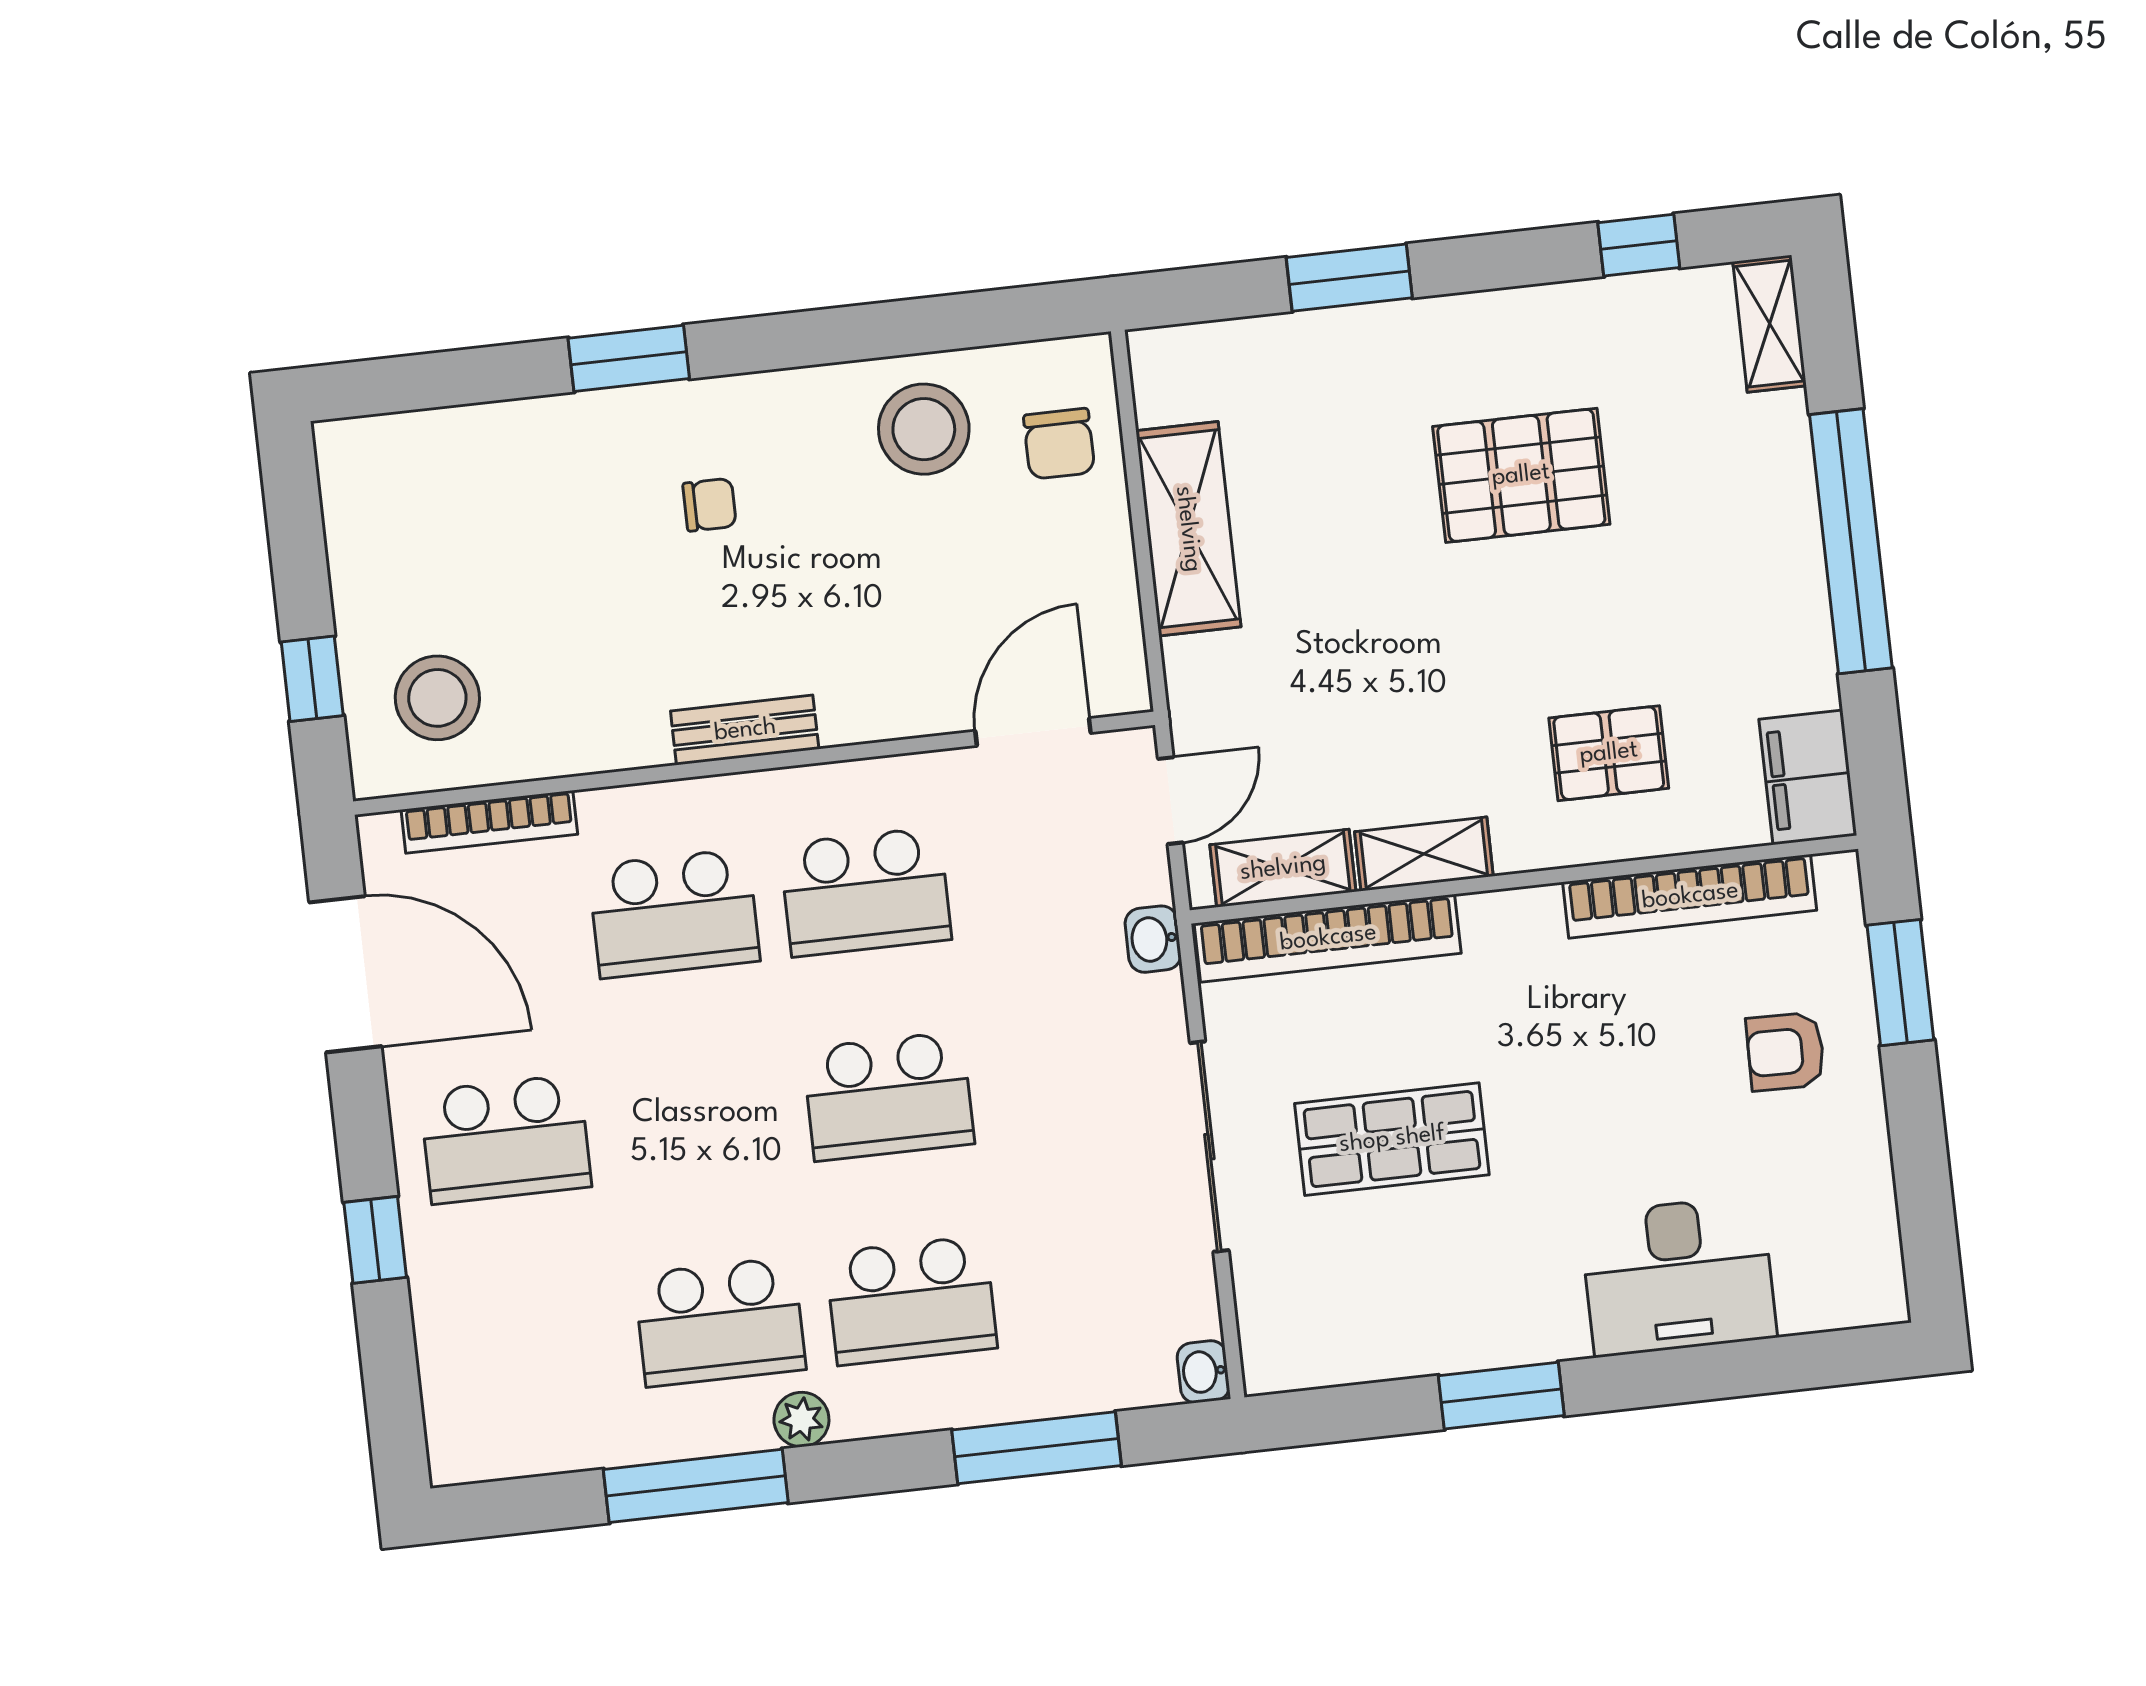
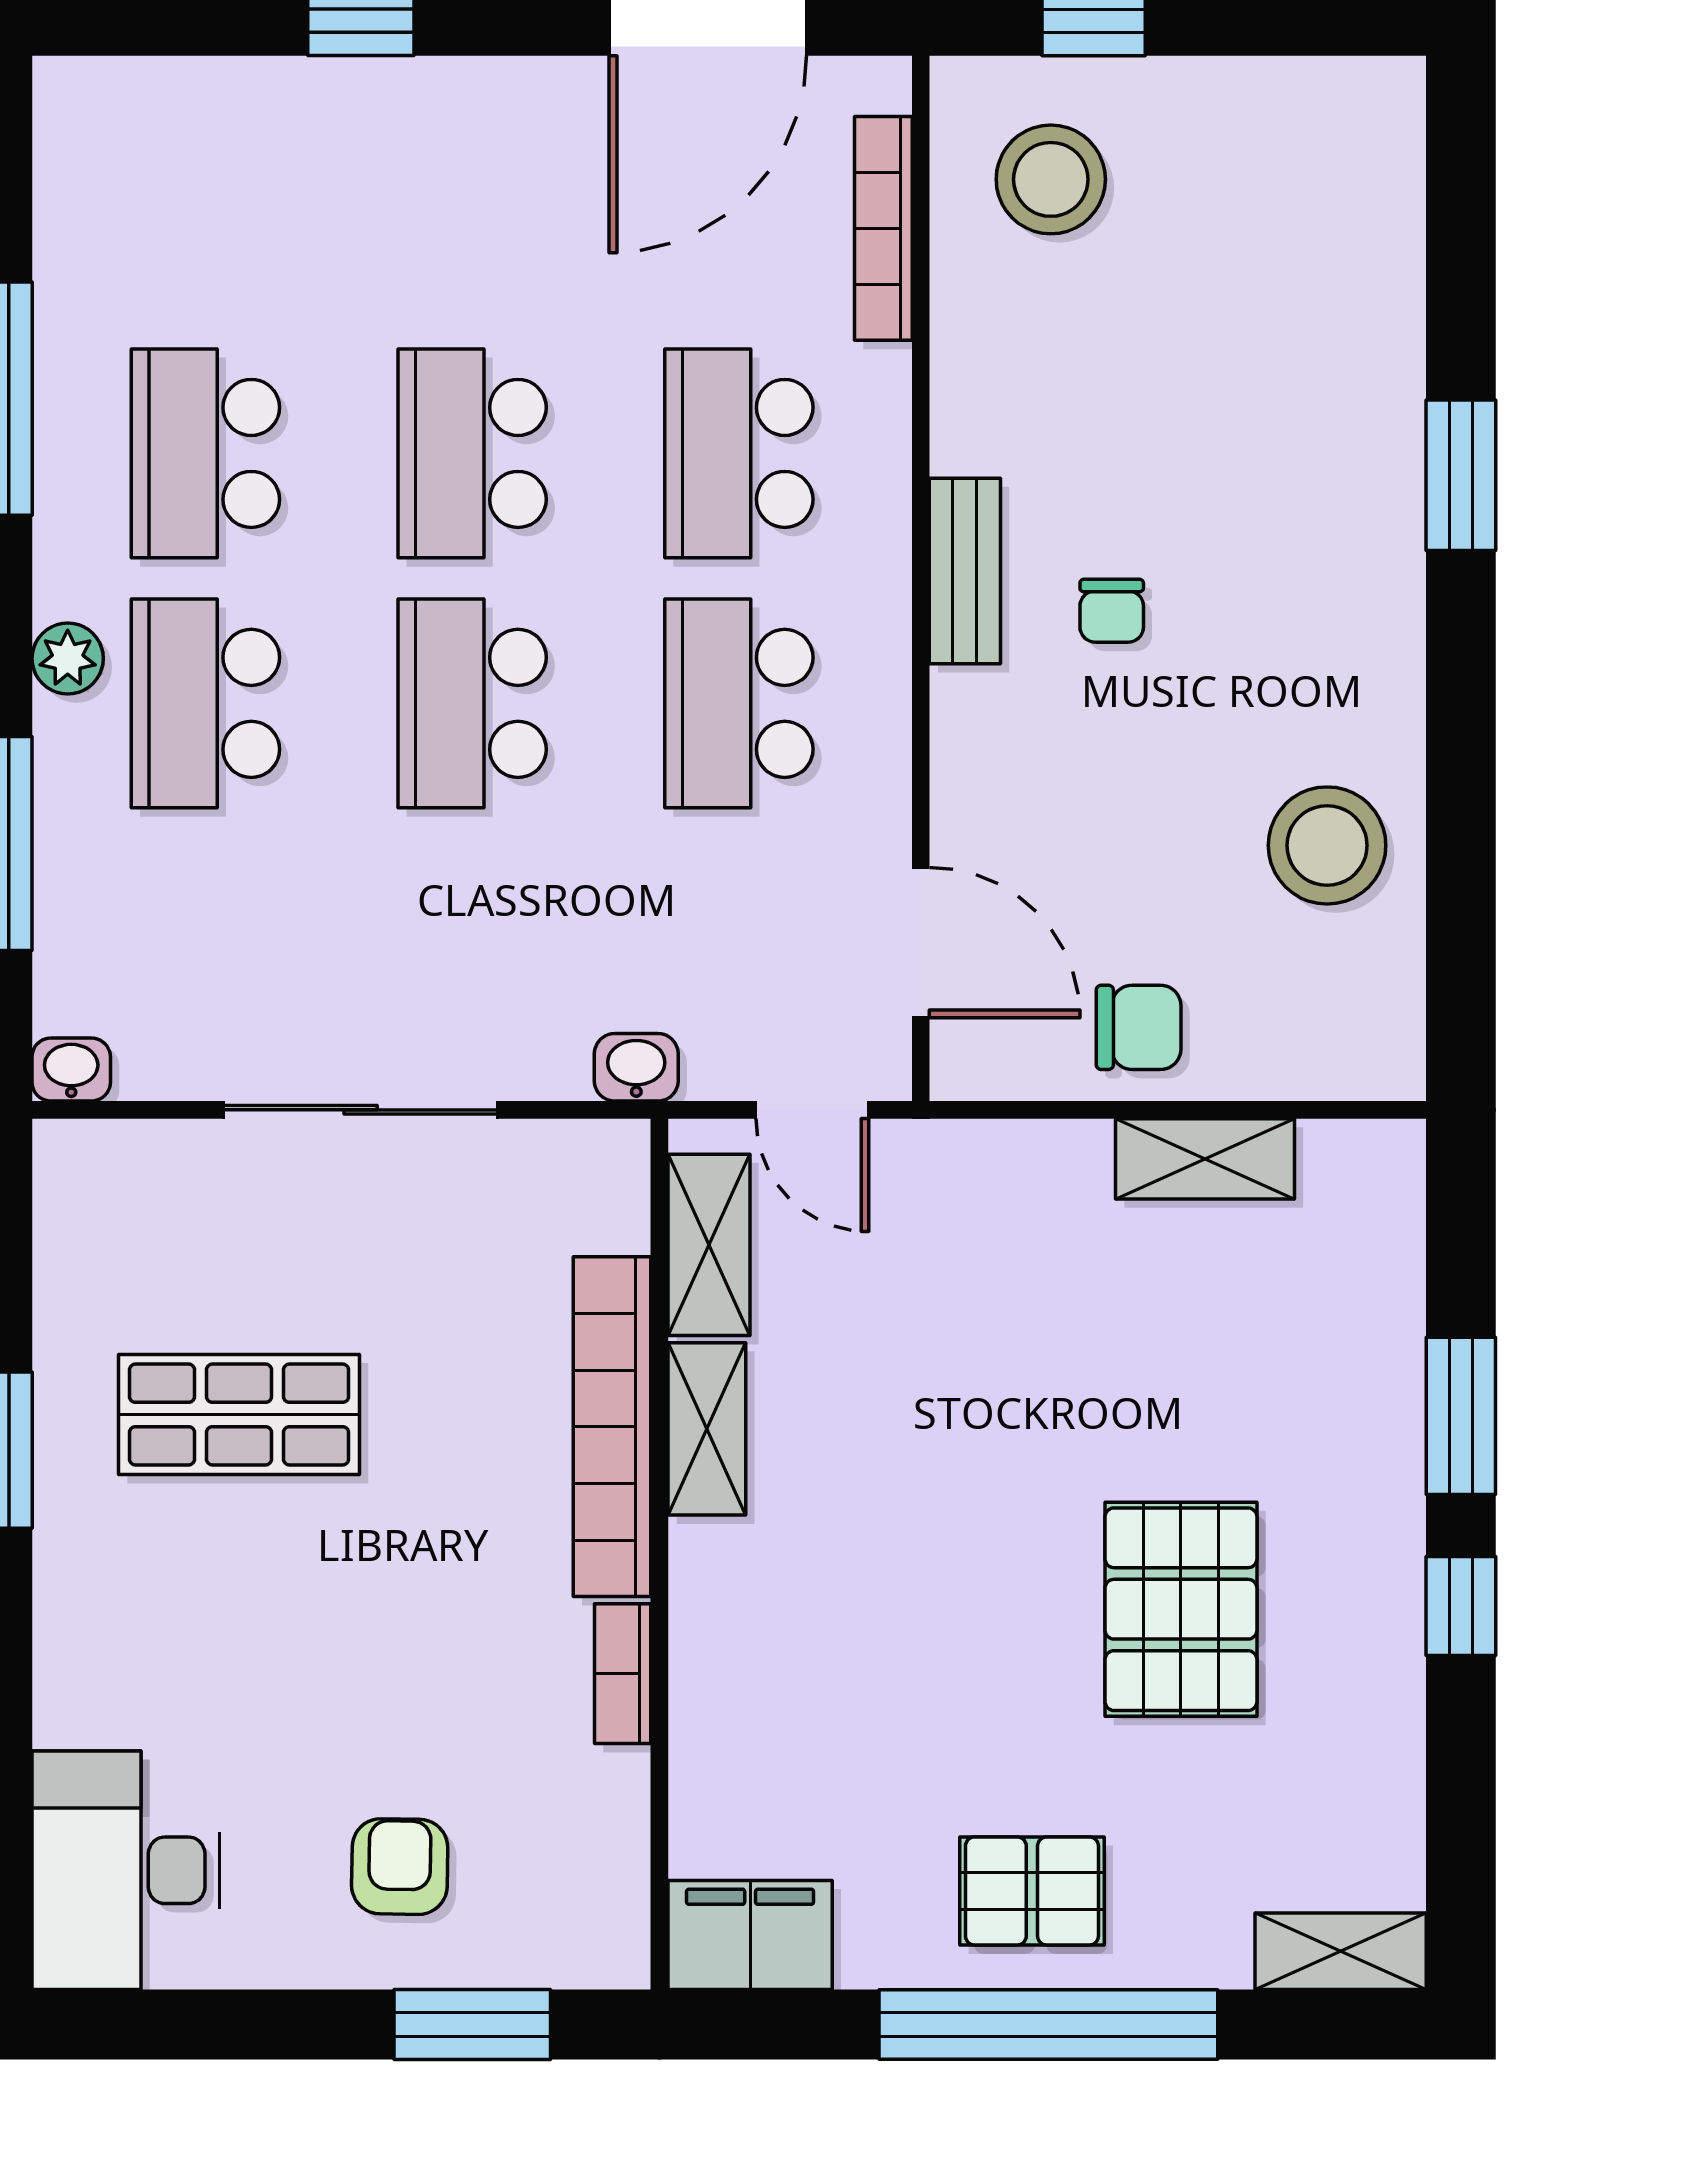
window: (1639, 245) -> (1461, 1606), moved
chair: (1059, 444) -> (1139, 1027), moved, turned 180
chair: (710, 505) -> (1112, 611), moved
shelving: (1188, 529) -> (1205, 1159), width x0.67, depth x0.75
pallet: (1609, 753) -> (1032, 1891), moved, turned 90
bookcase: (1690, 896) -> (623, 1674), width x0.43, depth x0.76
bookcase: (1328, 938) -> (612, 1427), moved
school desk: (506, 1139) -> (472, 453), moved
shop shelf: (1392, 1139) -> (239, 1415), moved, turned 90
desk: (1678, 1276) -> (126, 1870), moved
plant: (801, 1420) -> (68, 659), moved

